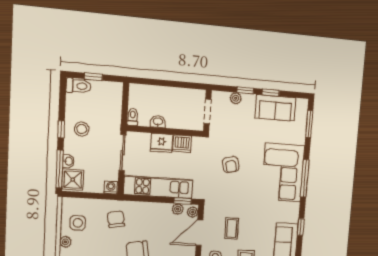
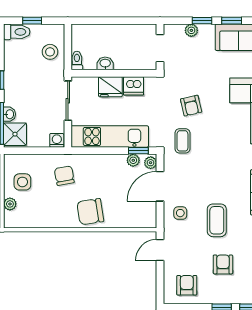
stool: (82, 129) -> (50, 52), moved
coffee table: (232, 228) -> (182, 141), moved

